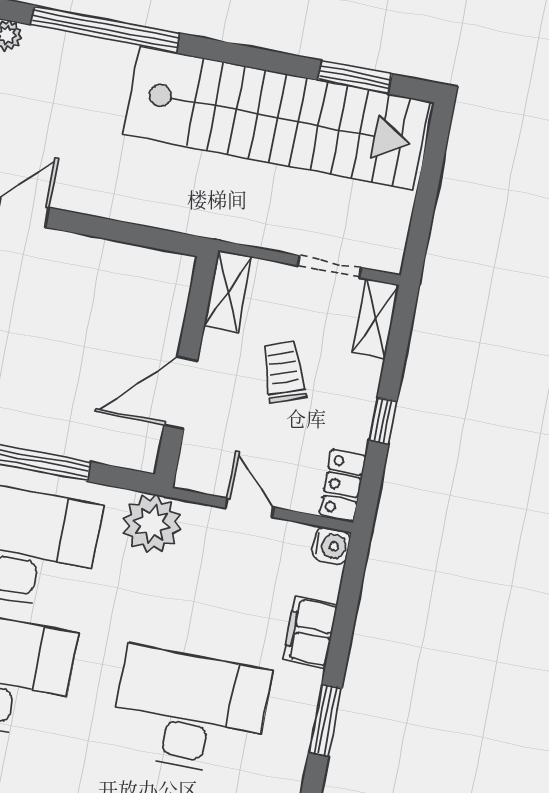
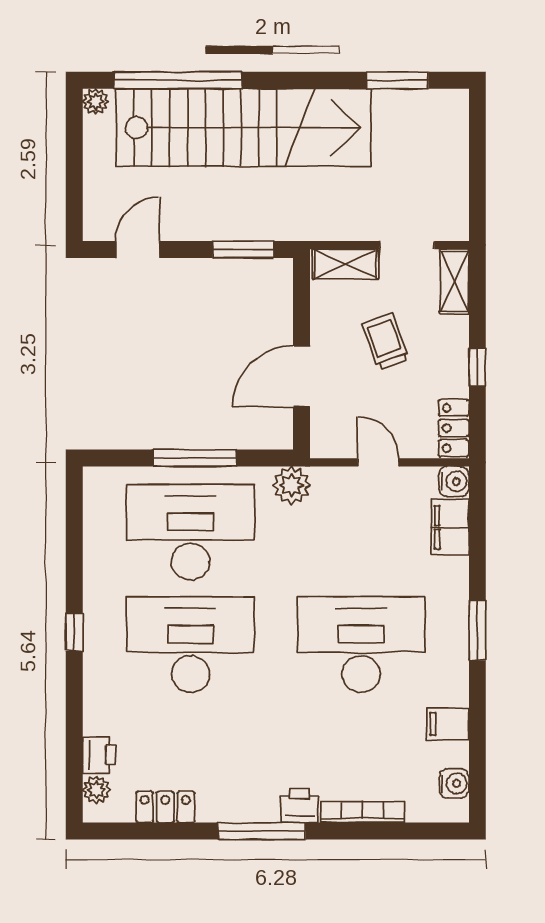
stairs: (276, 118) -> (244, 128), moved
window: (142, 236) -> (243, 249), added
shelving: (228, 291) -> (345, 264), moved, turned 90
plant: (152, 524) -> (291, 485), width x0.73, depth x0.73
filing cabinet: (310, 632) -> (450, 527), moved

